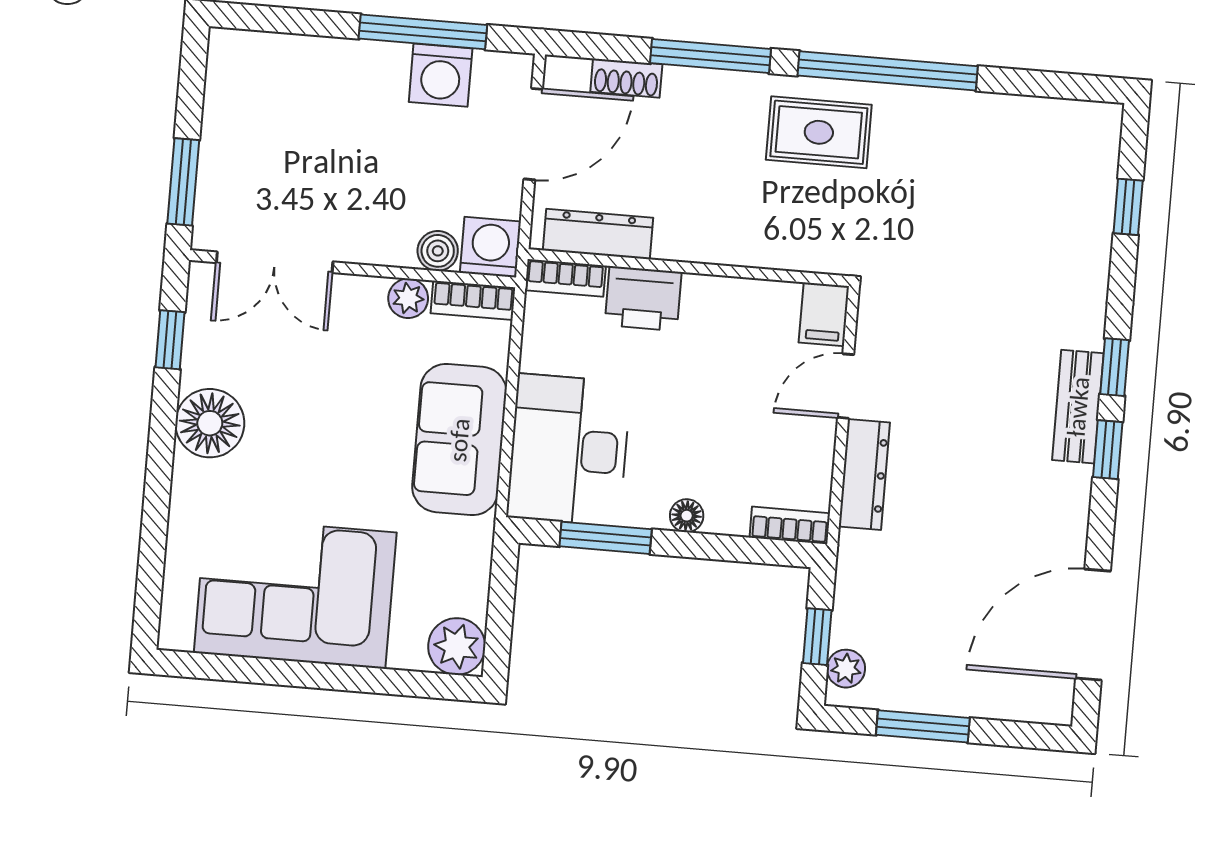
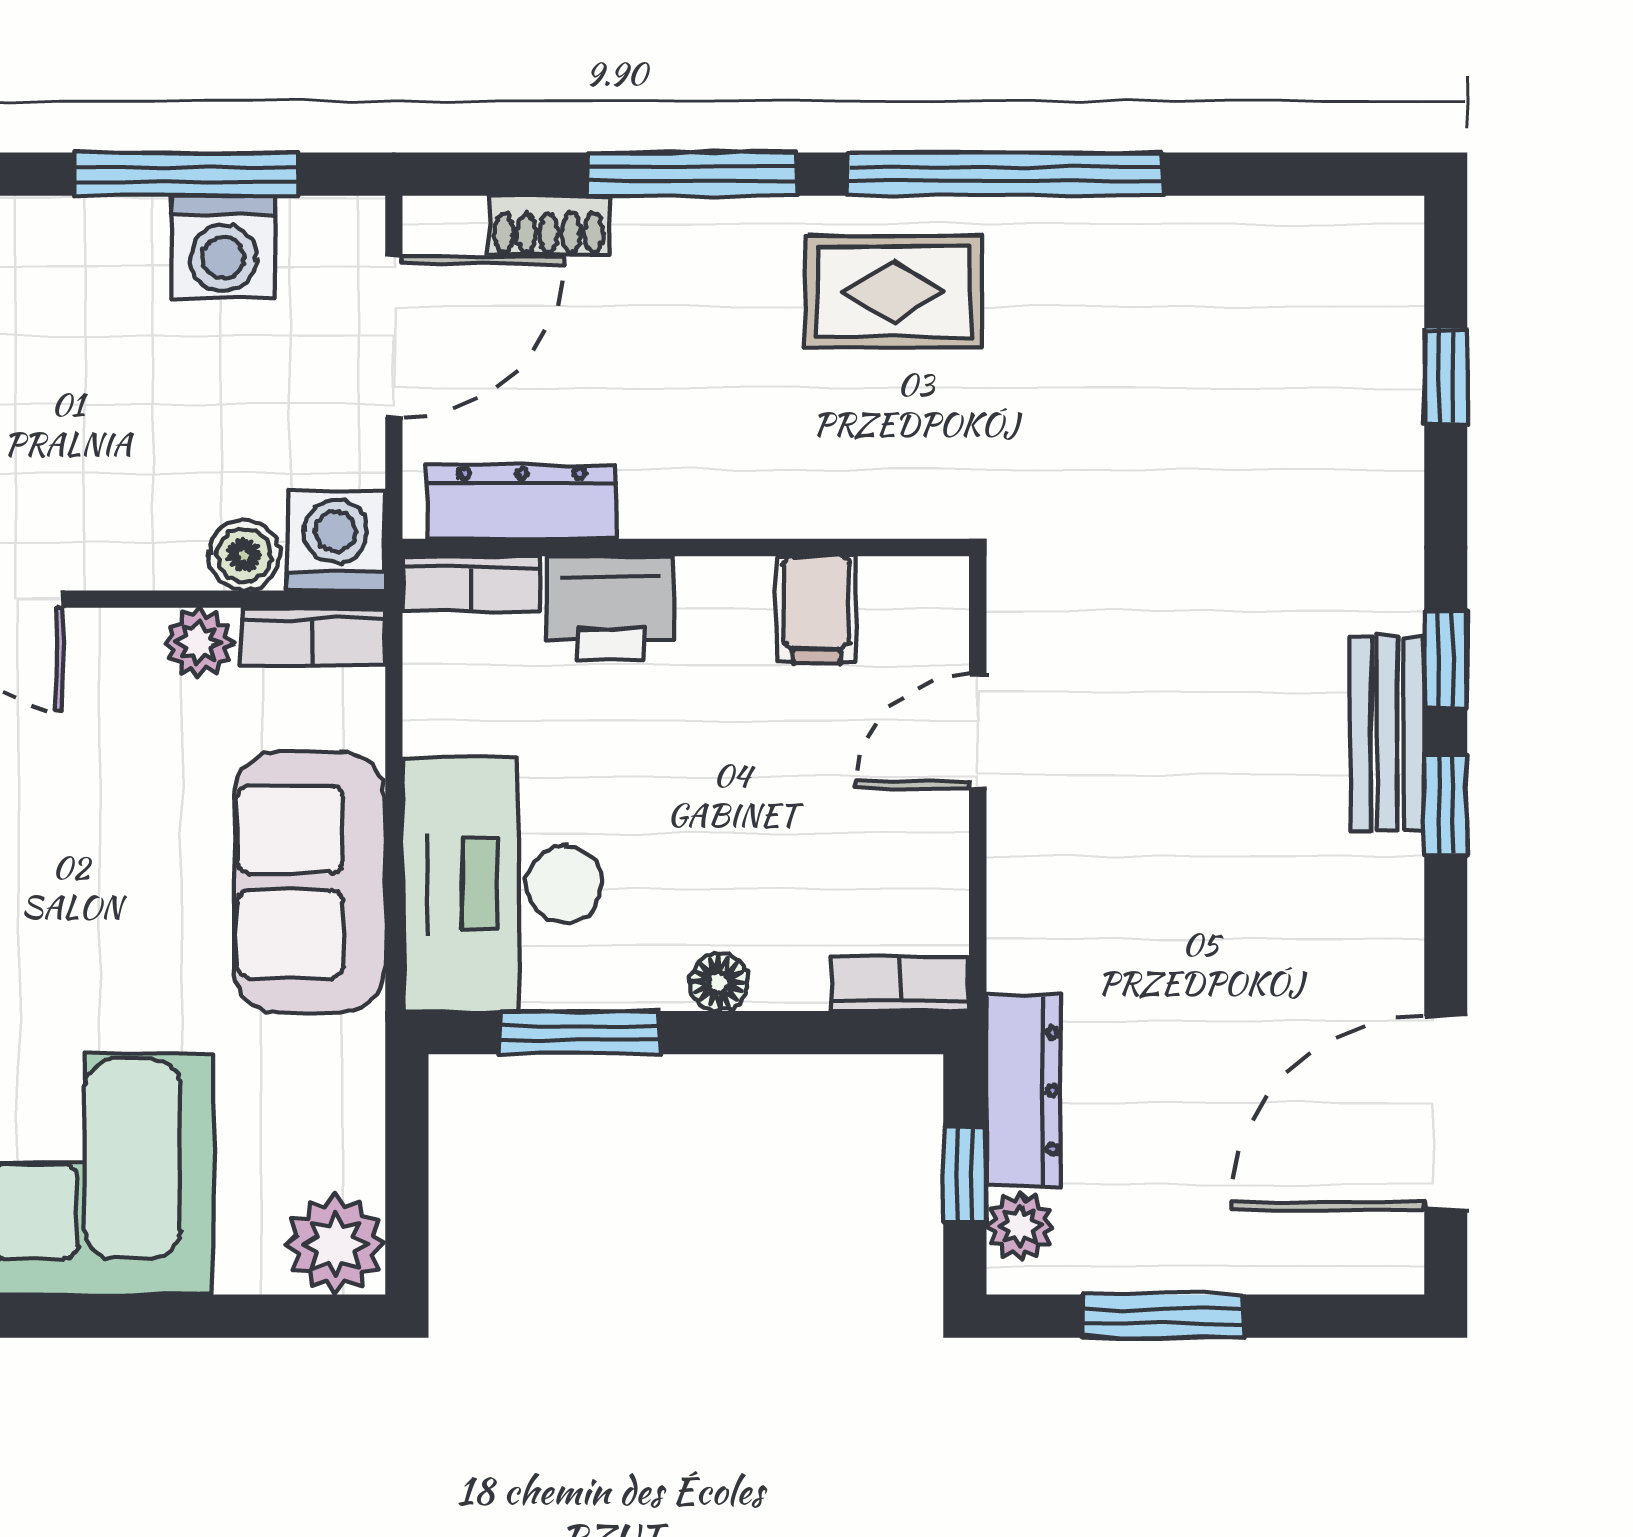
filing cabinet: (824, 314) -> (816, 609), moved
dresser: (864, 475) -> (1024, 1091), moved

